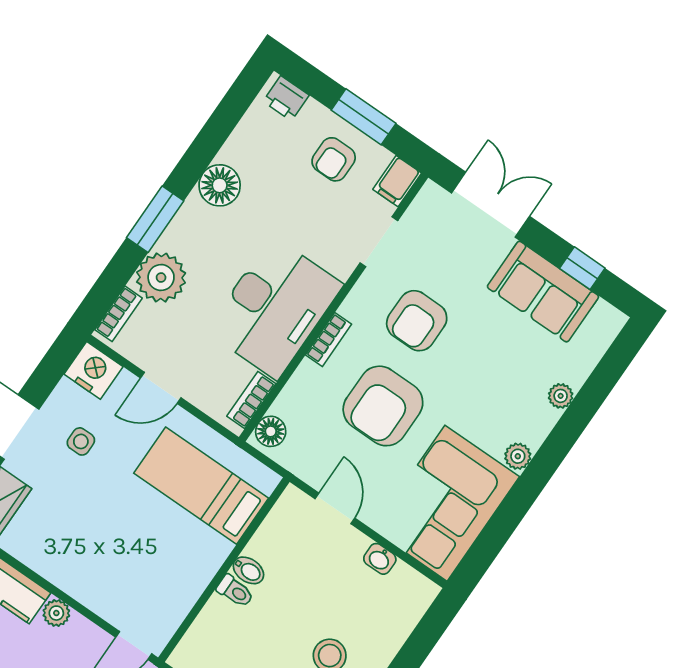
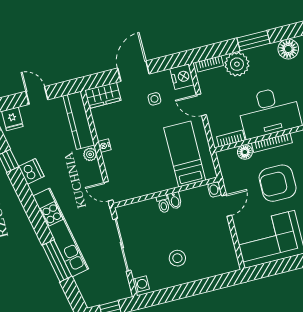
bookcase: (329, 340) -> (272, 143), width x1.56
floor lamp: (271, 431) -> (245, 152), moved
washbasin: (380, 559) -> (215, 189), moved
nightstand: (67, 581) -> (104, 146), added

